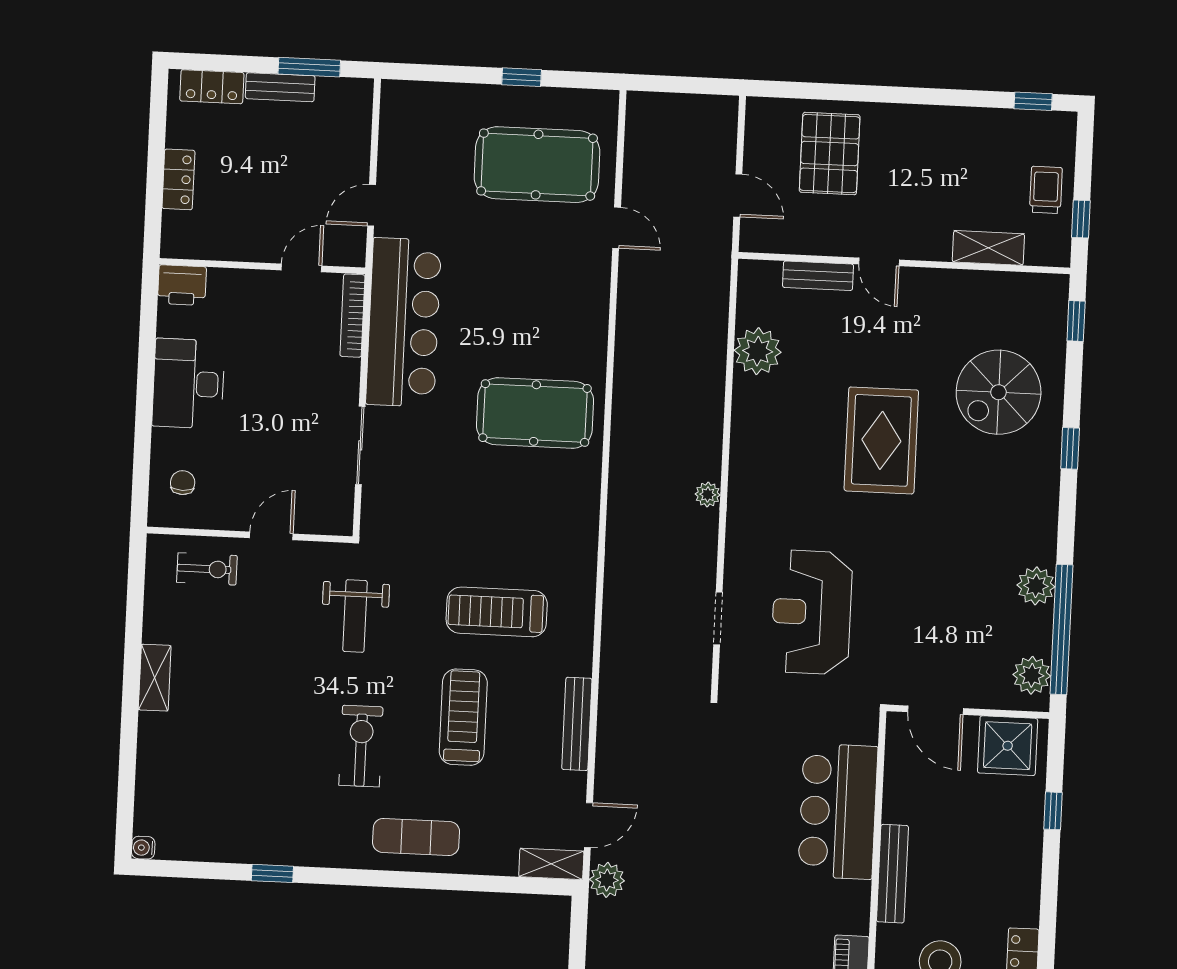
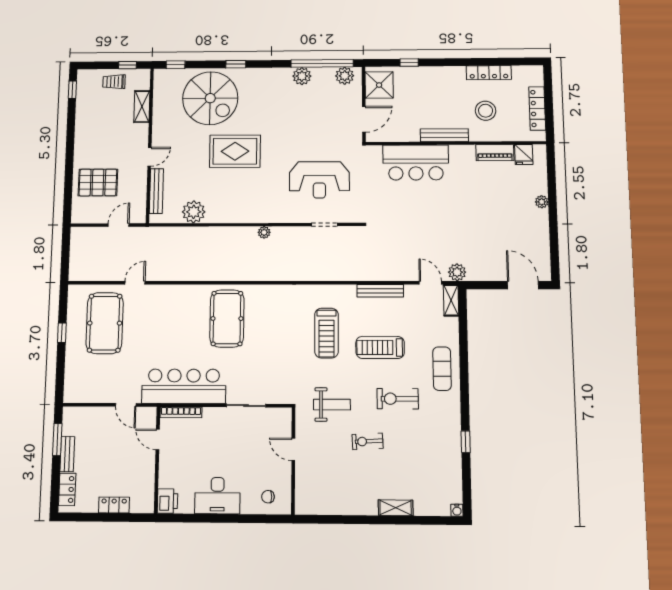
bench: (818, 276) -> (156, 191), width x1.36
spiral stairs: (999, 392) -> (210, 98), width x1.37, depth x1.37
exercise bike: (207, 569) -> (368, 441), moved, turned -93
shelving: (155, 678) -> (396, 508), moved

